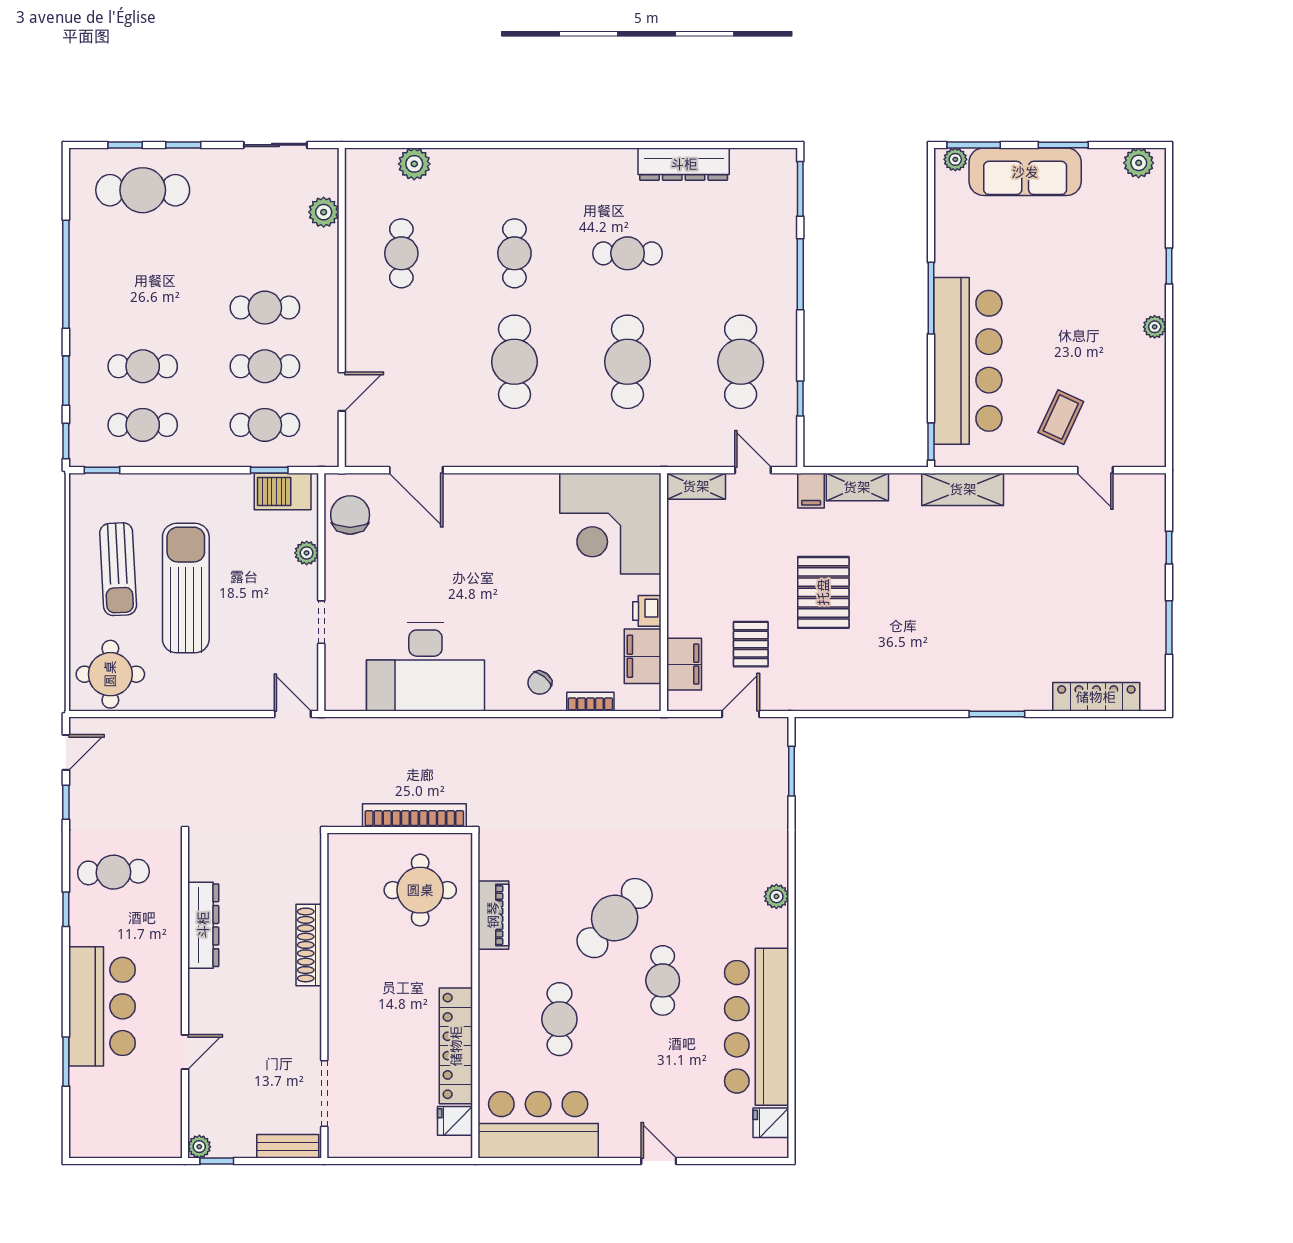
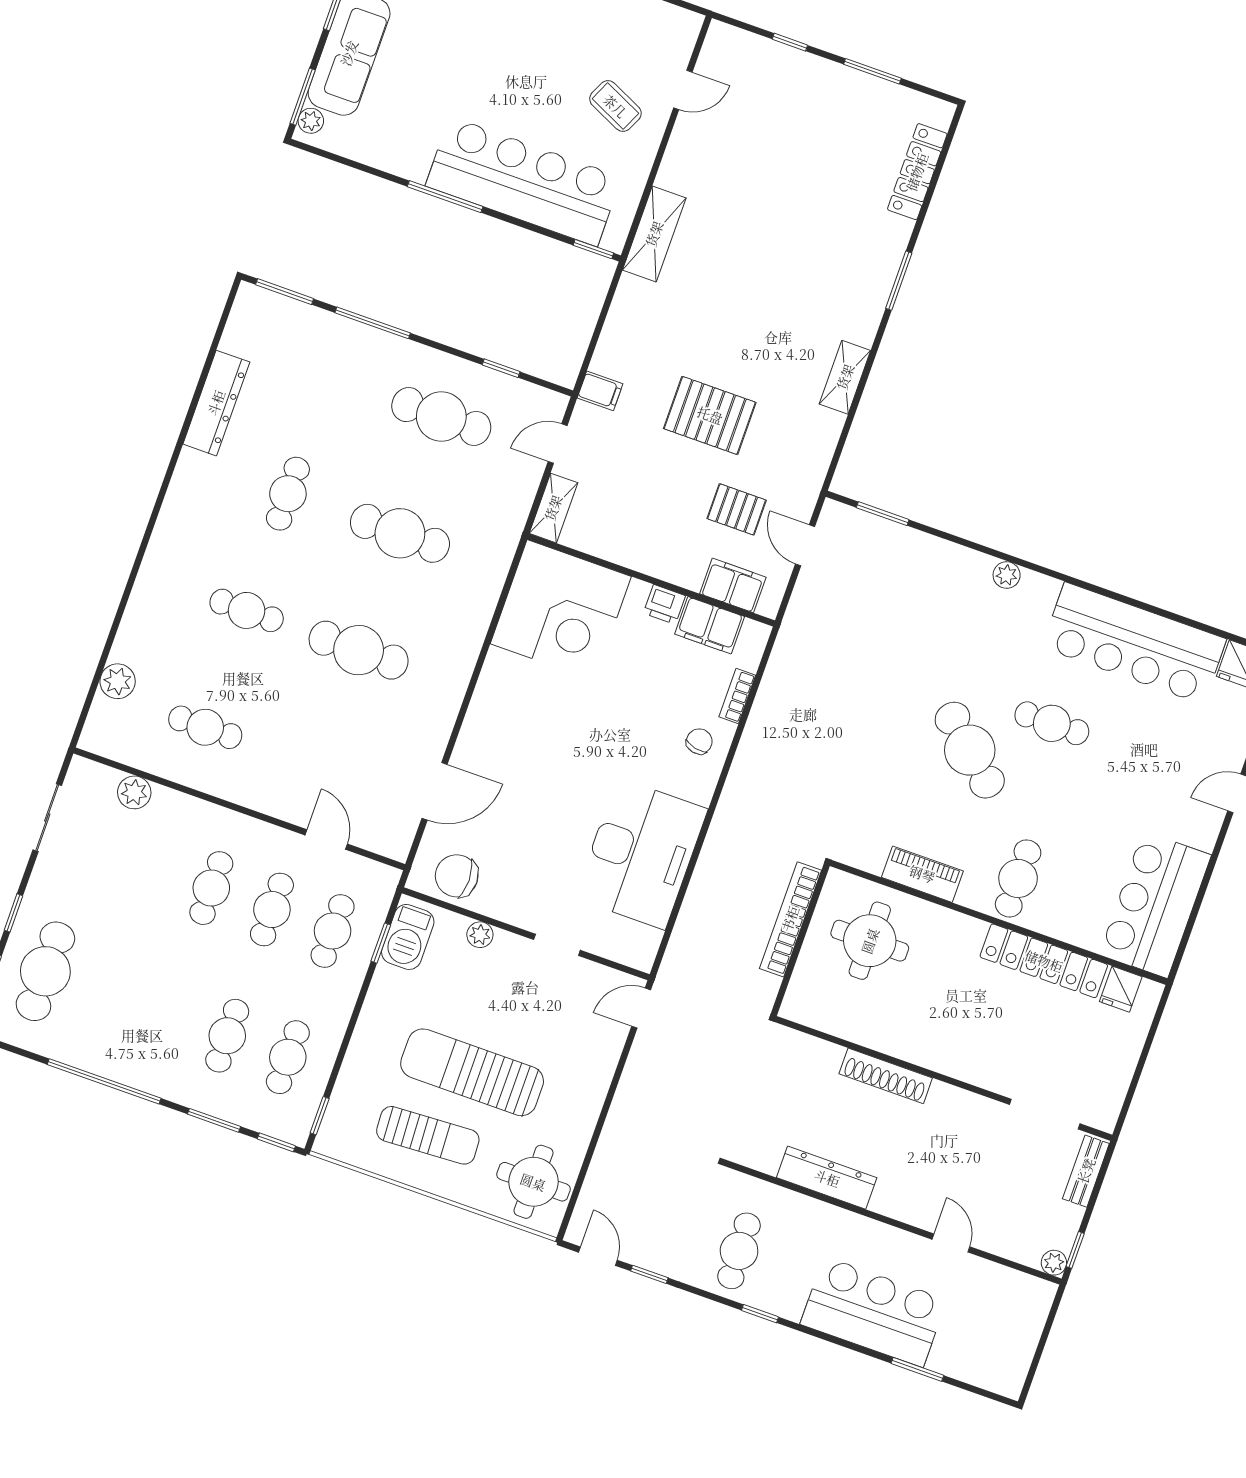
shelving: (857, 487) -> (845, 377), moved
chair: (540, 683) -> (699, 741), turned -116
cafe table: (559, 1019) -> (1018, 878), moved, turned 90

